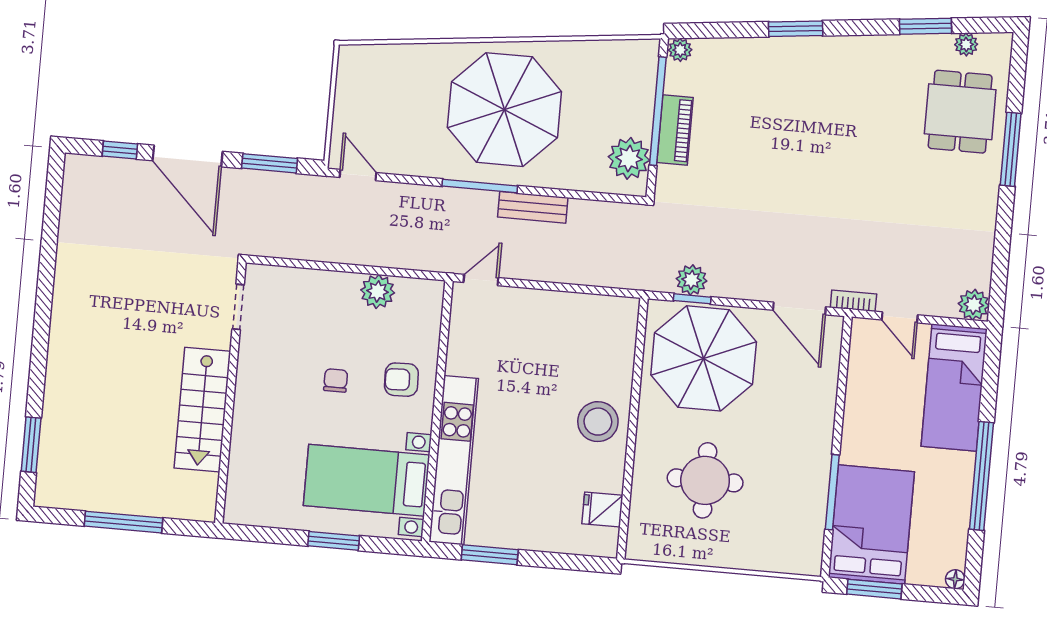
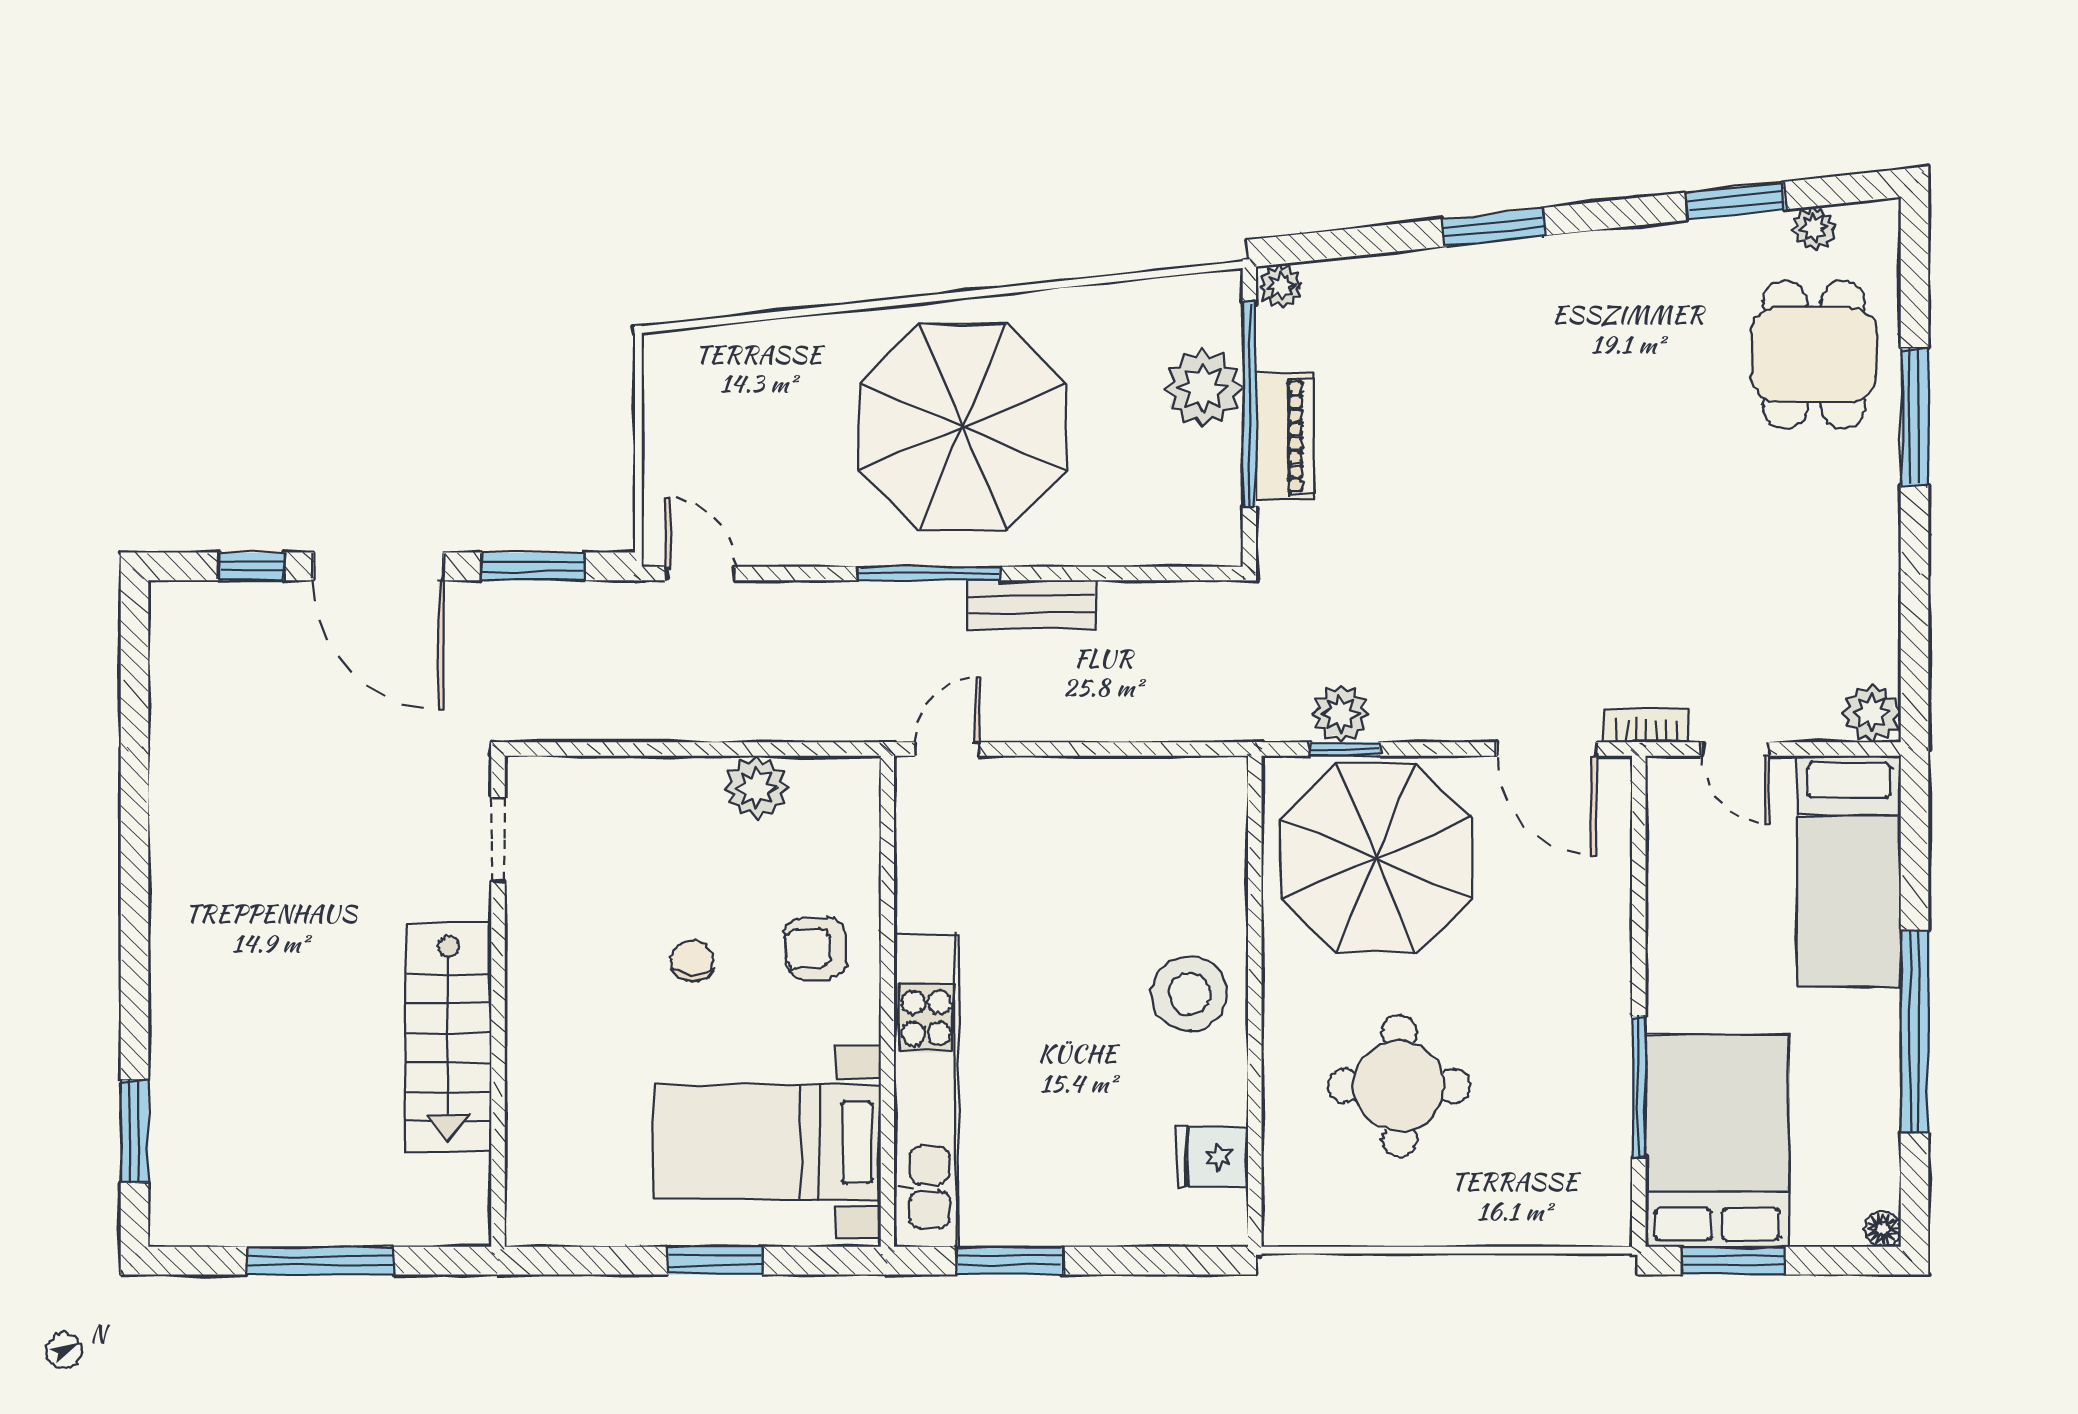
plant: (629, 158) -> (1203, 388), moved

